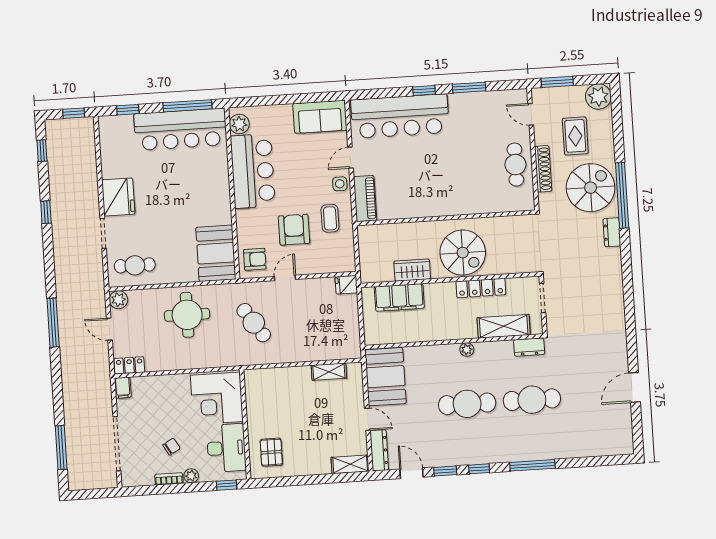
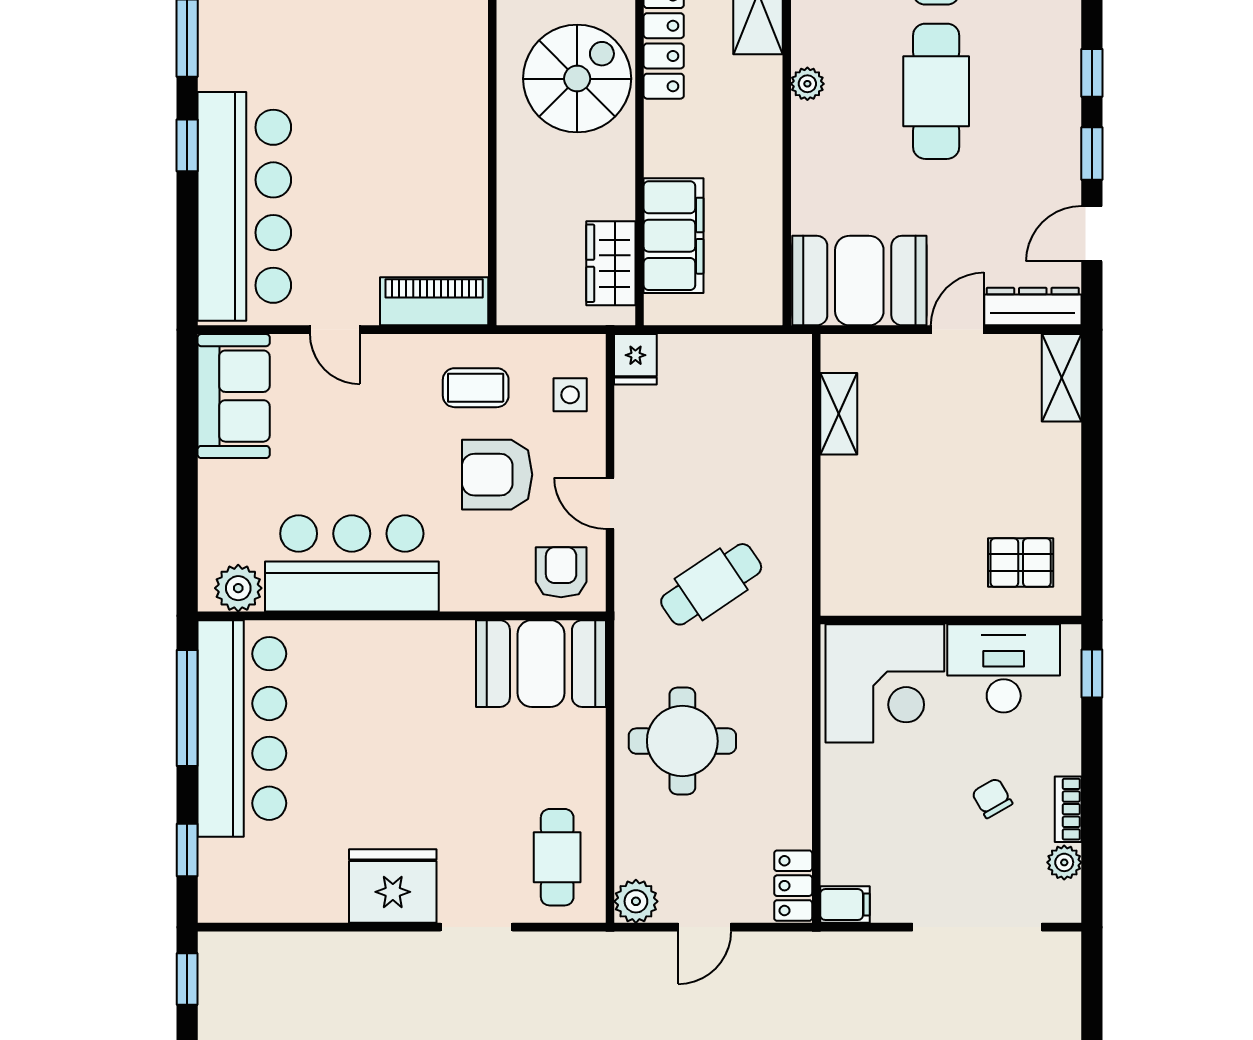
side table: (340, 184) -> (570, 395), moved
wardrobe: (412, 270) -> (611, 263), moved
plant: (191, 476) -> (1064, 862), moved

